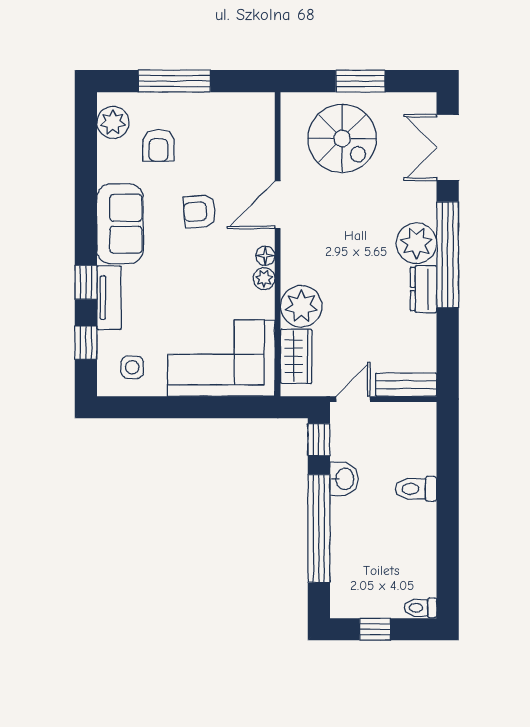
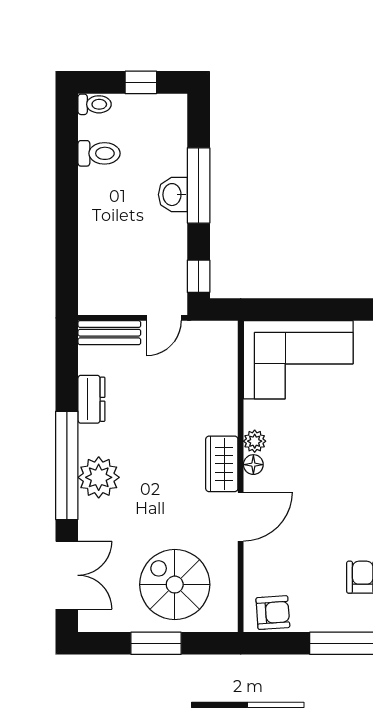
armchair: (200, 211) -> (273, 613), moved
dresser: (424, 289) -> (91, 399), moved
plant: (301, 306) -> (217, 413), removed
wardrobe: (296, 356) -> (222, 464), moved
washbasin: (344, 479) -> (173, 195), moved
toilet: (416, 489) -> (99, 153), moved
window: (319, 529) -> (199, 185), width x0.68

